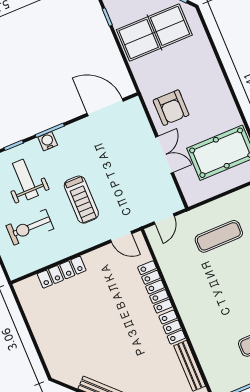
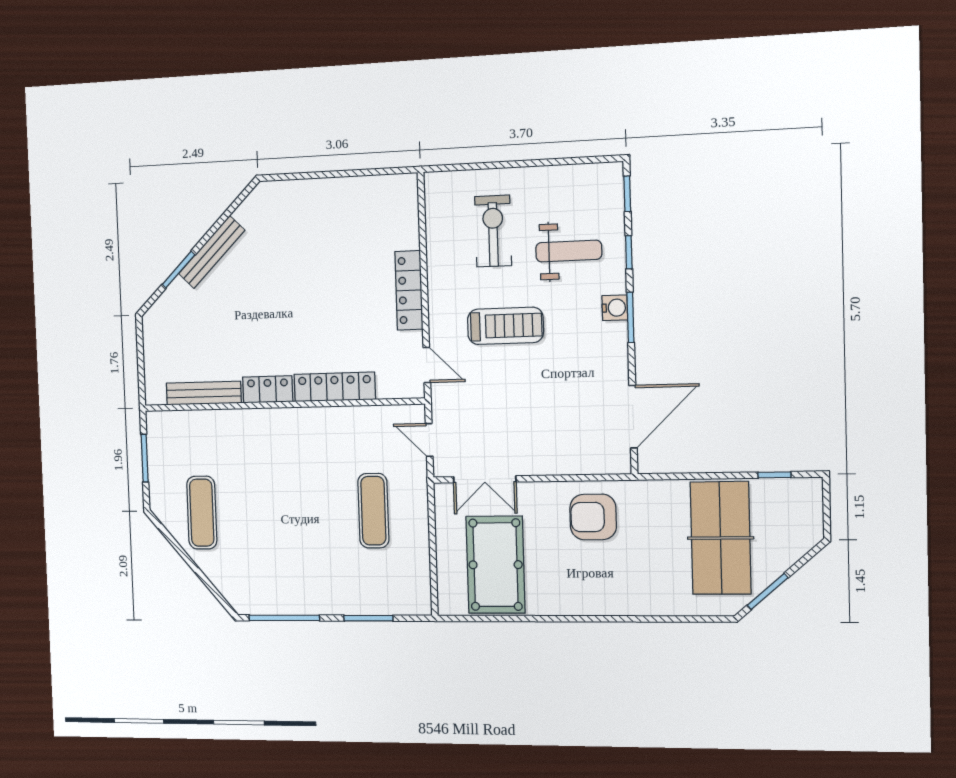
double door: (165, 155) -> (485, 479), moved
treadmill: (81, 200) -> (505, 326), turned 180
door: (121, 237) -> (427, 365), swing flipped
locker: (62, 272) -> (409, 290), moved

